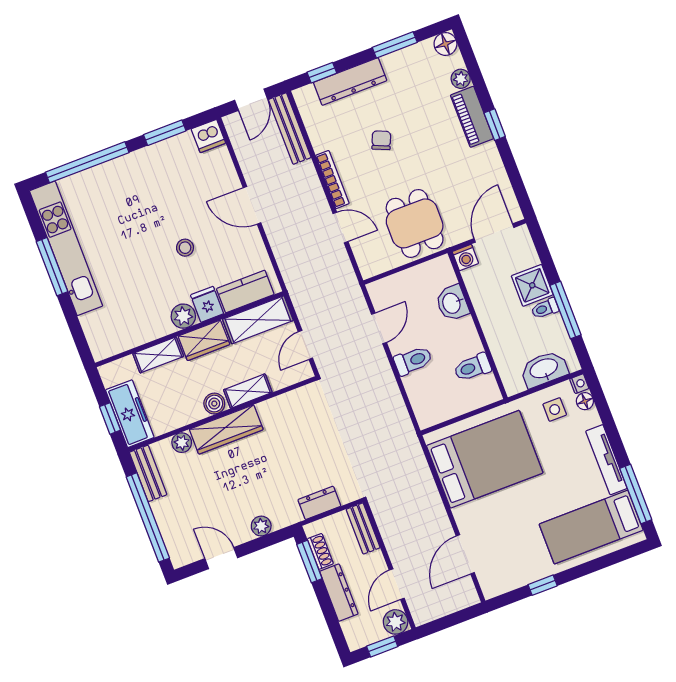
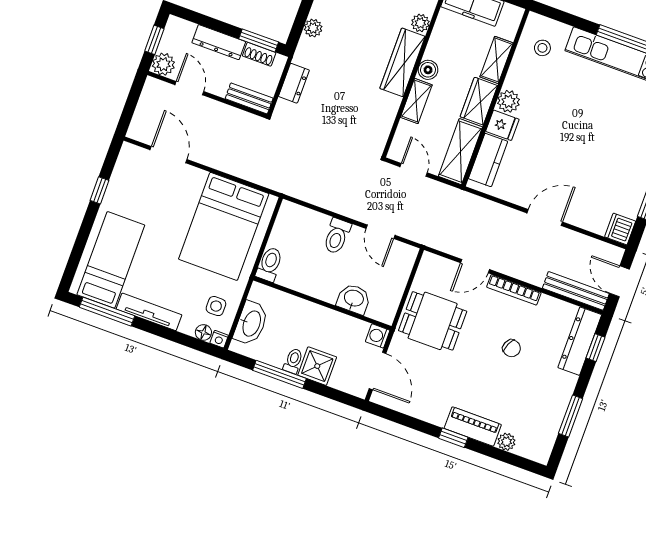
floor lamp: (445, 44) -> (540, 452), removed
dresser: (350, 81) -> (580, 341), moved
stool: (185, 248) -> (542, 48), moved
toilet: (472, 367) -> (269, 264), moved

